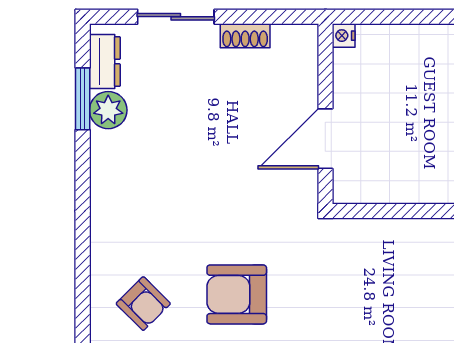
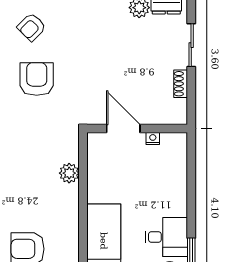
nightstand: (344, 36) -> (153, 138), moved
plant: (406, 236) -> (69, 173), added

